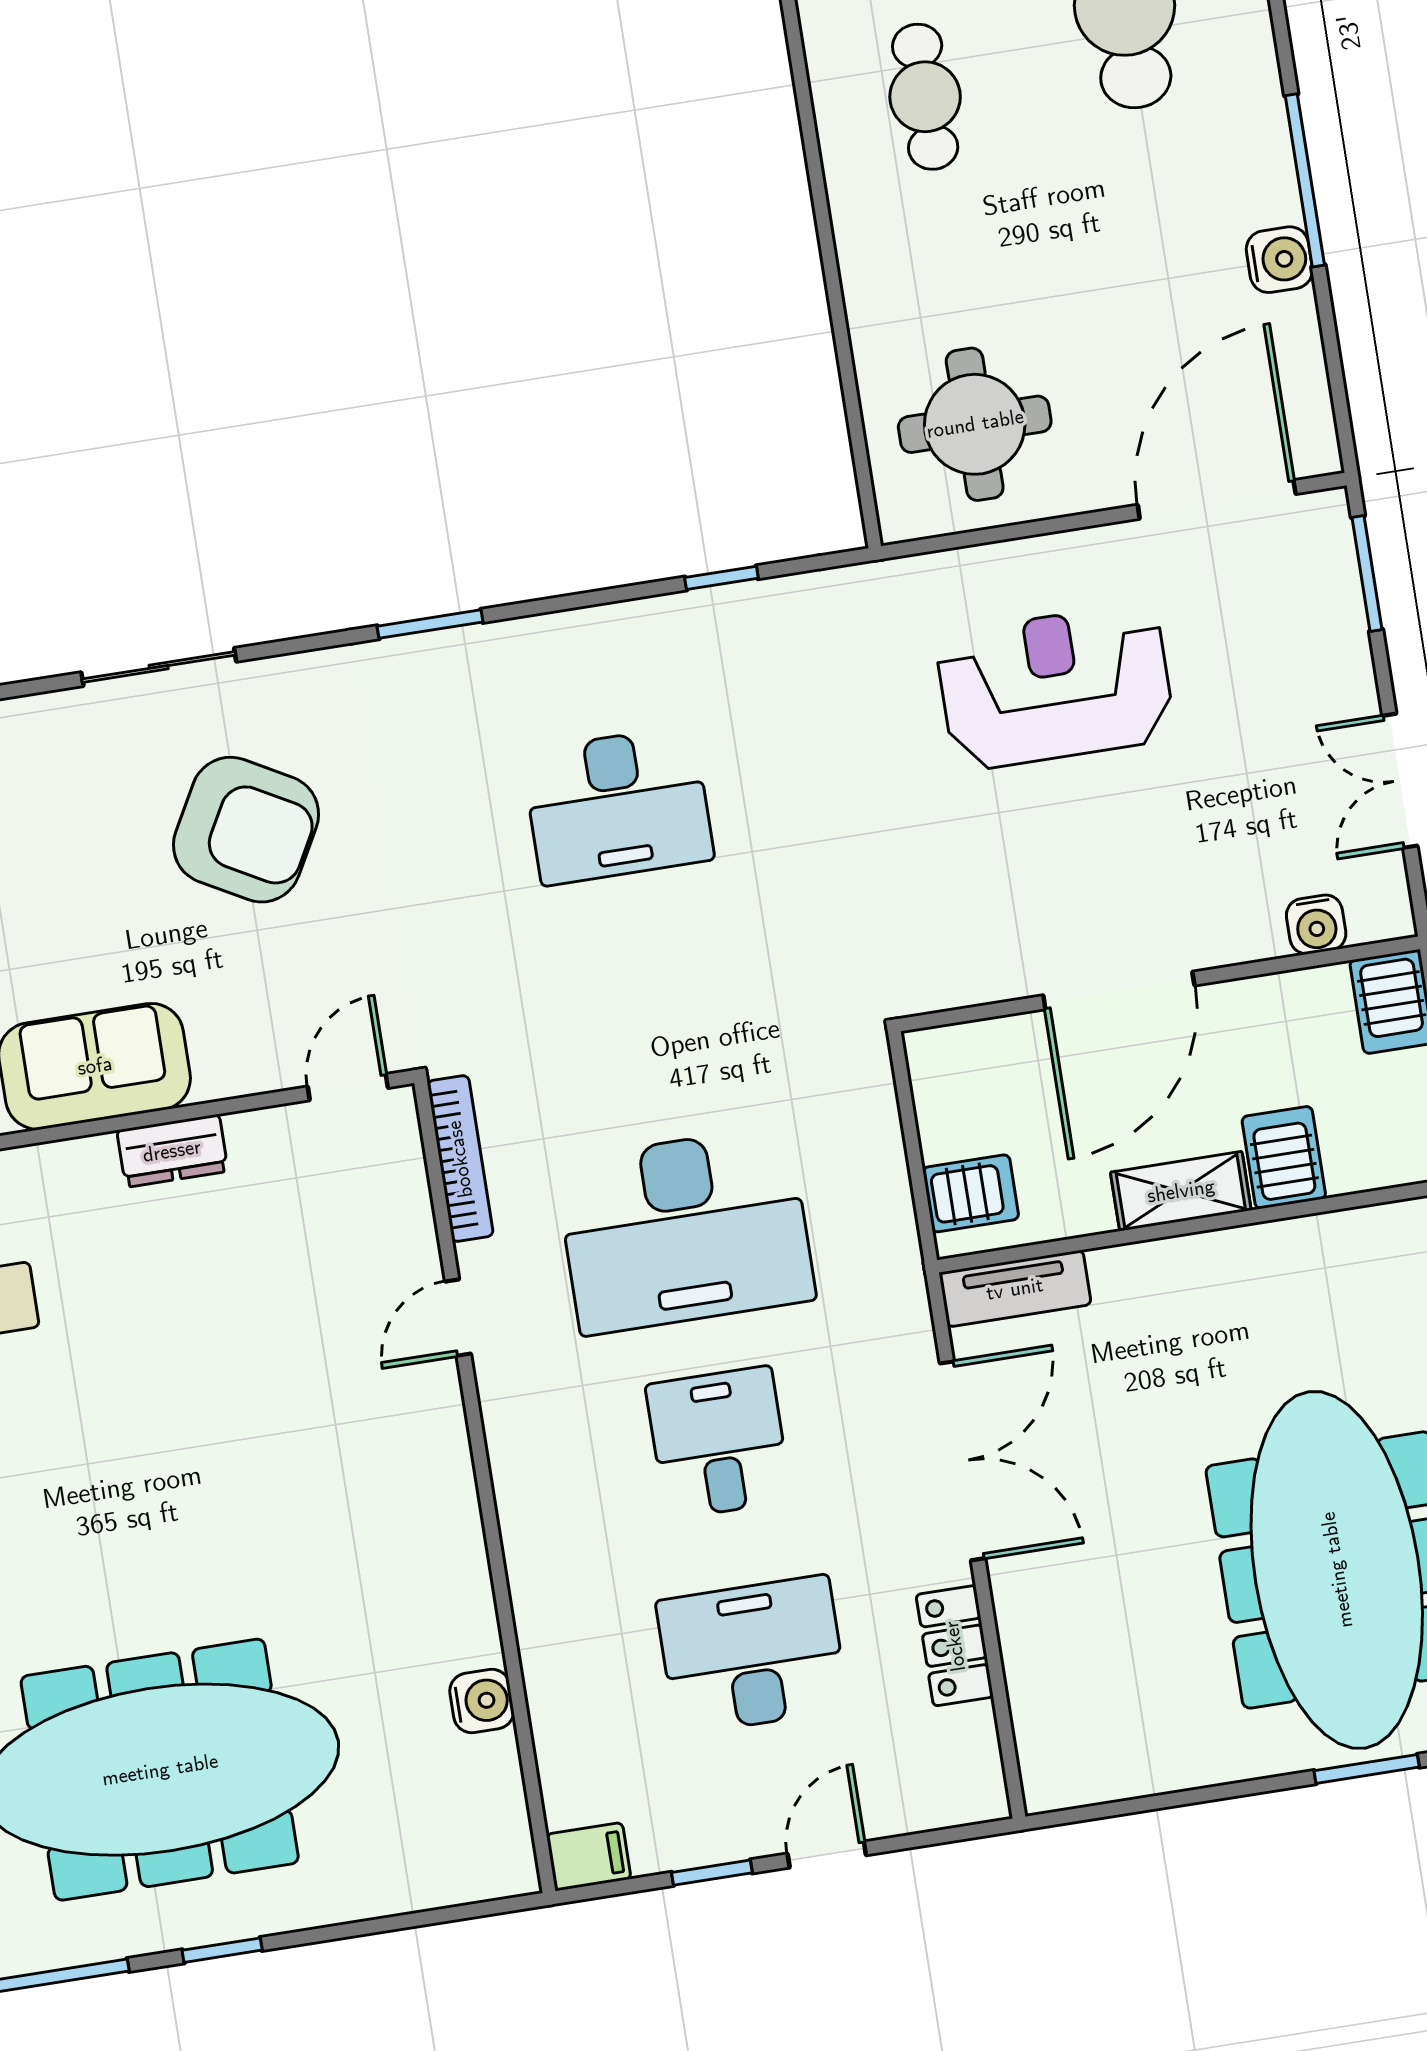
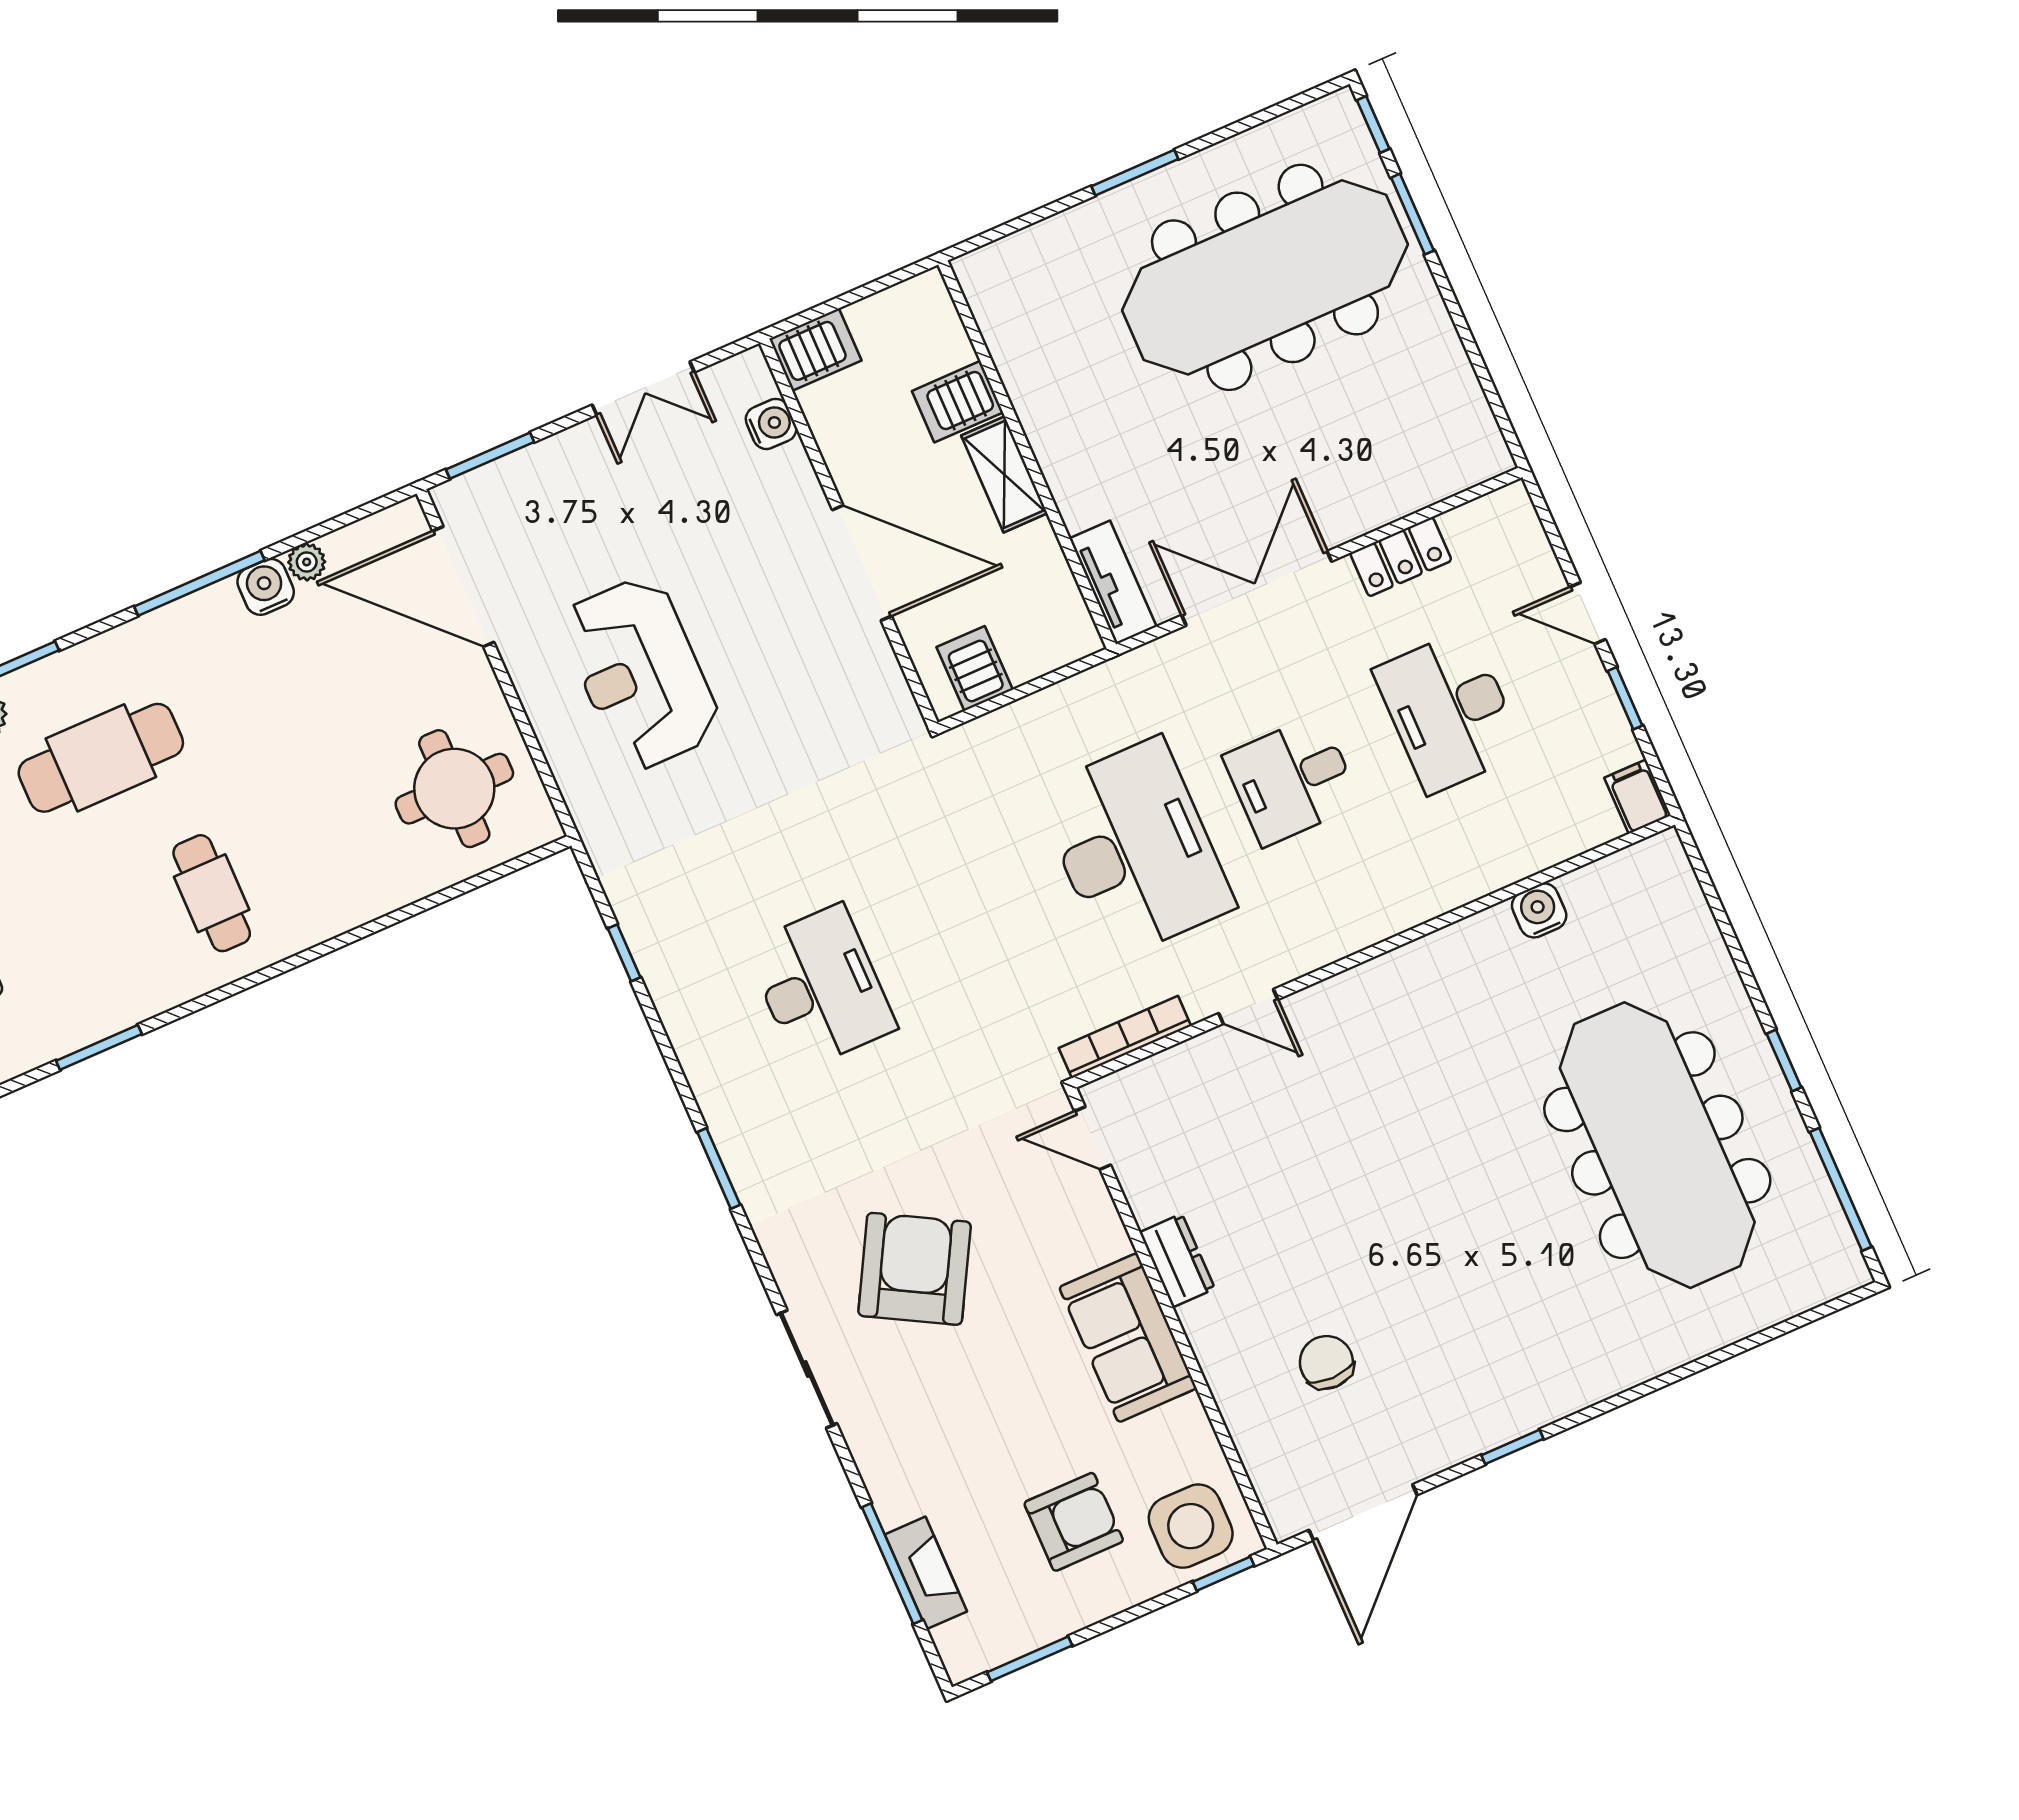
cafe table: (925, 97) -> (212, 893), turned 90
plant: (1296, 317) -> (307, 562), added
server rack: (971, 1193) -> (975, 668), moved

